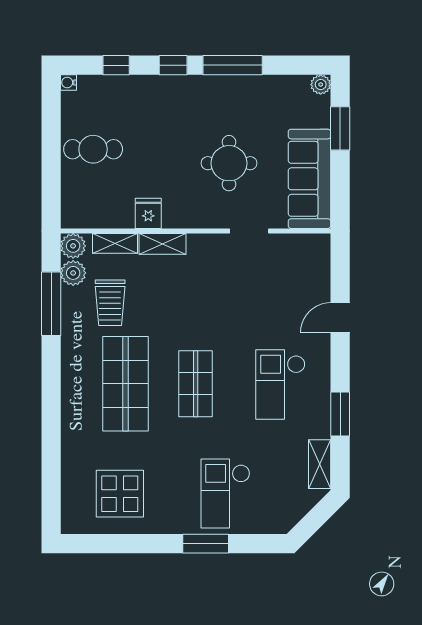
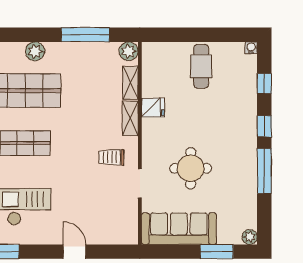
plant: (73, 273) -> (35, 51), moved
trolley: (110, 303) -> (111, 157), moved, width x0.73, depth x0.72

